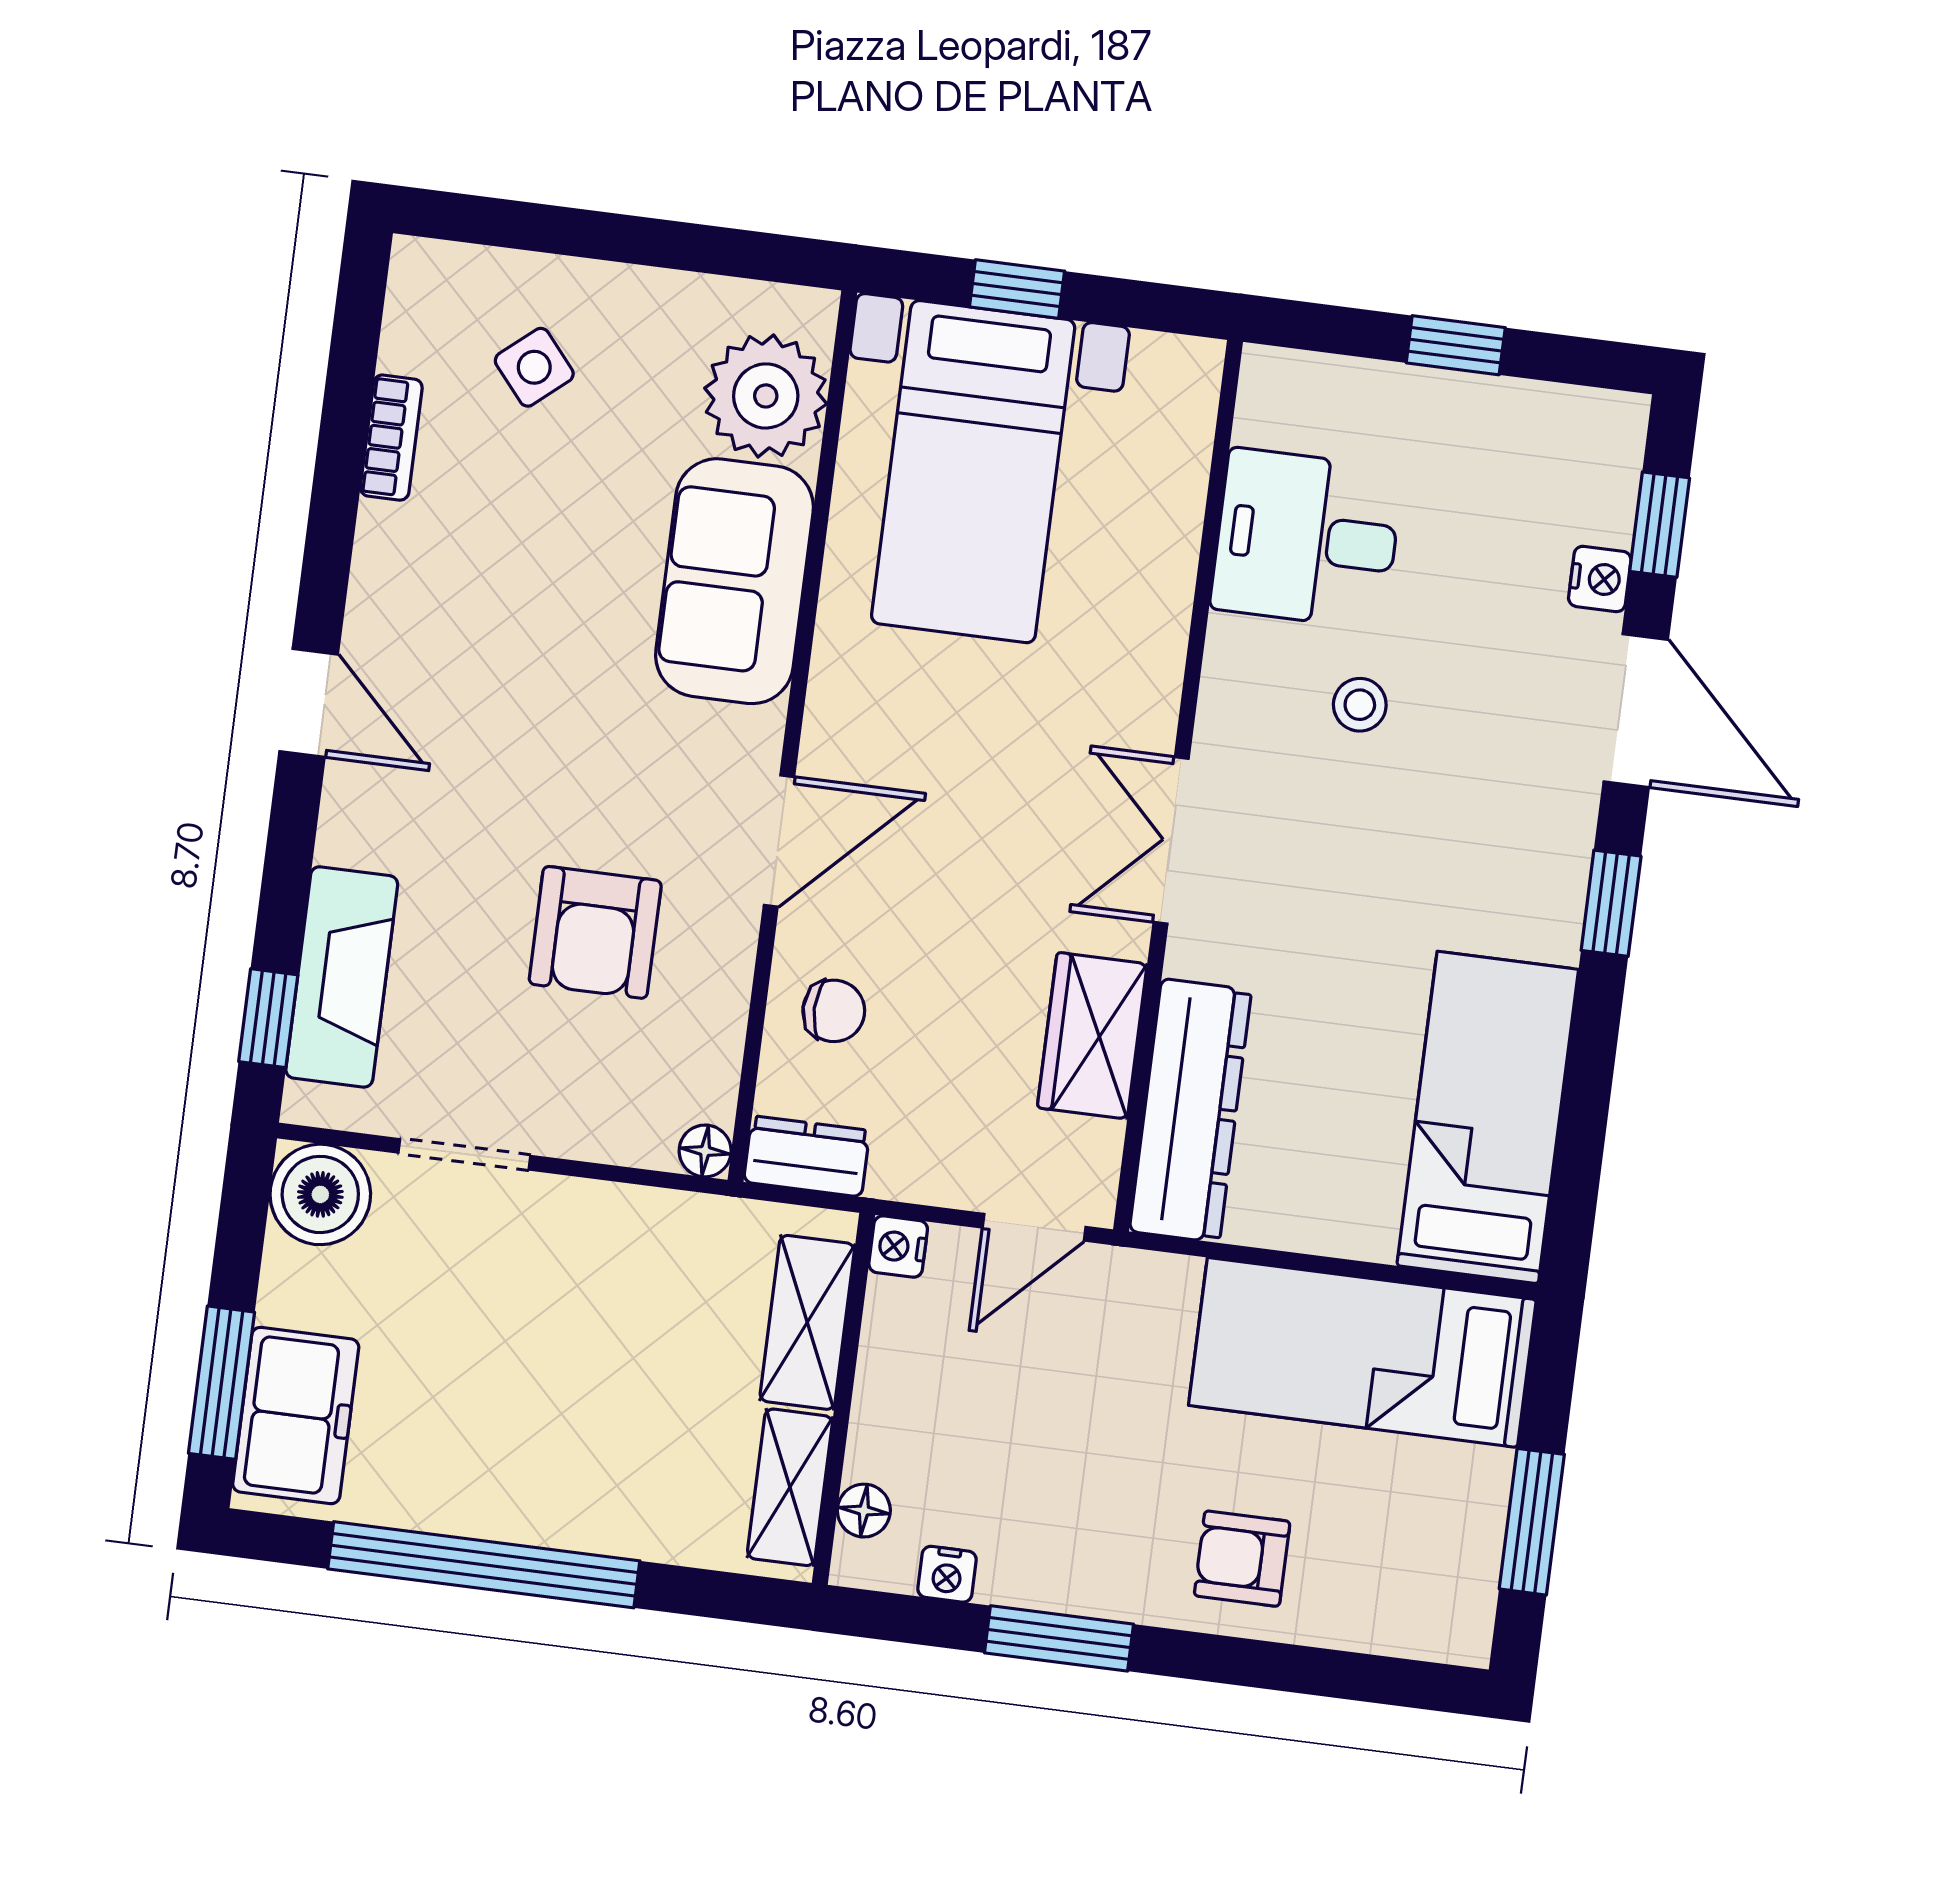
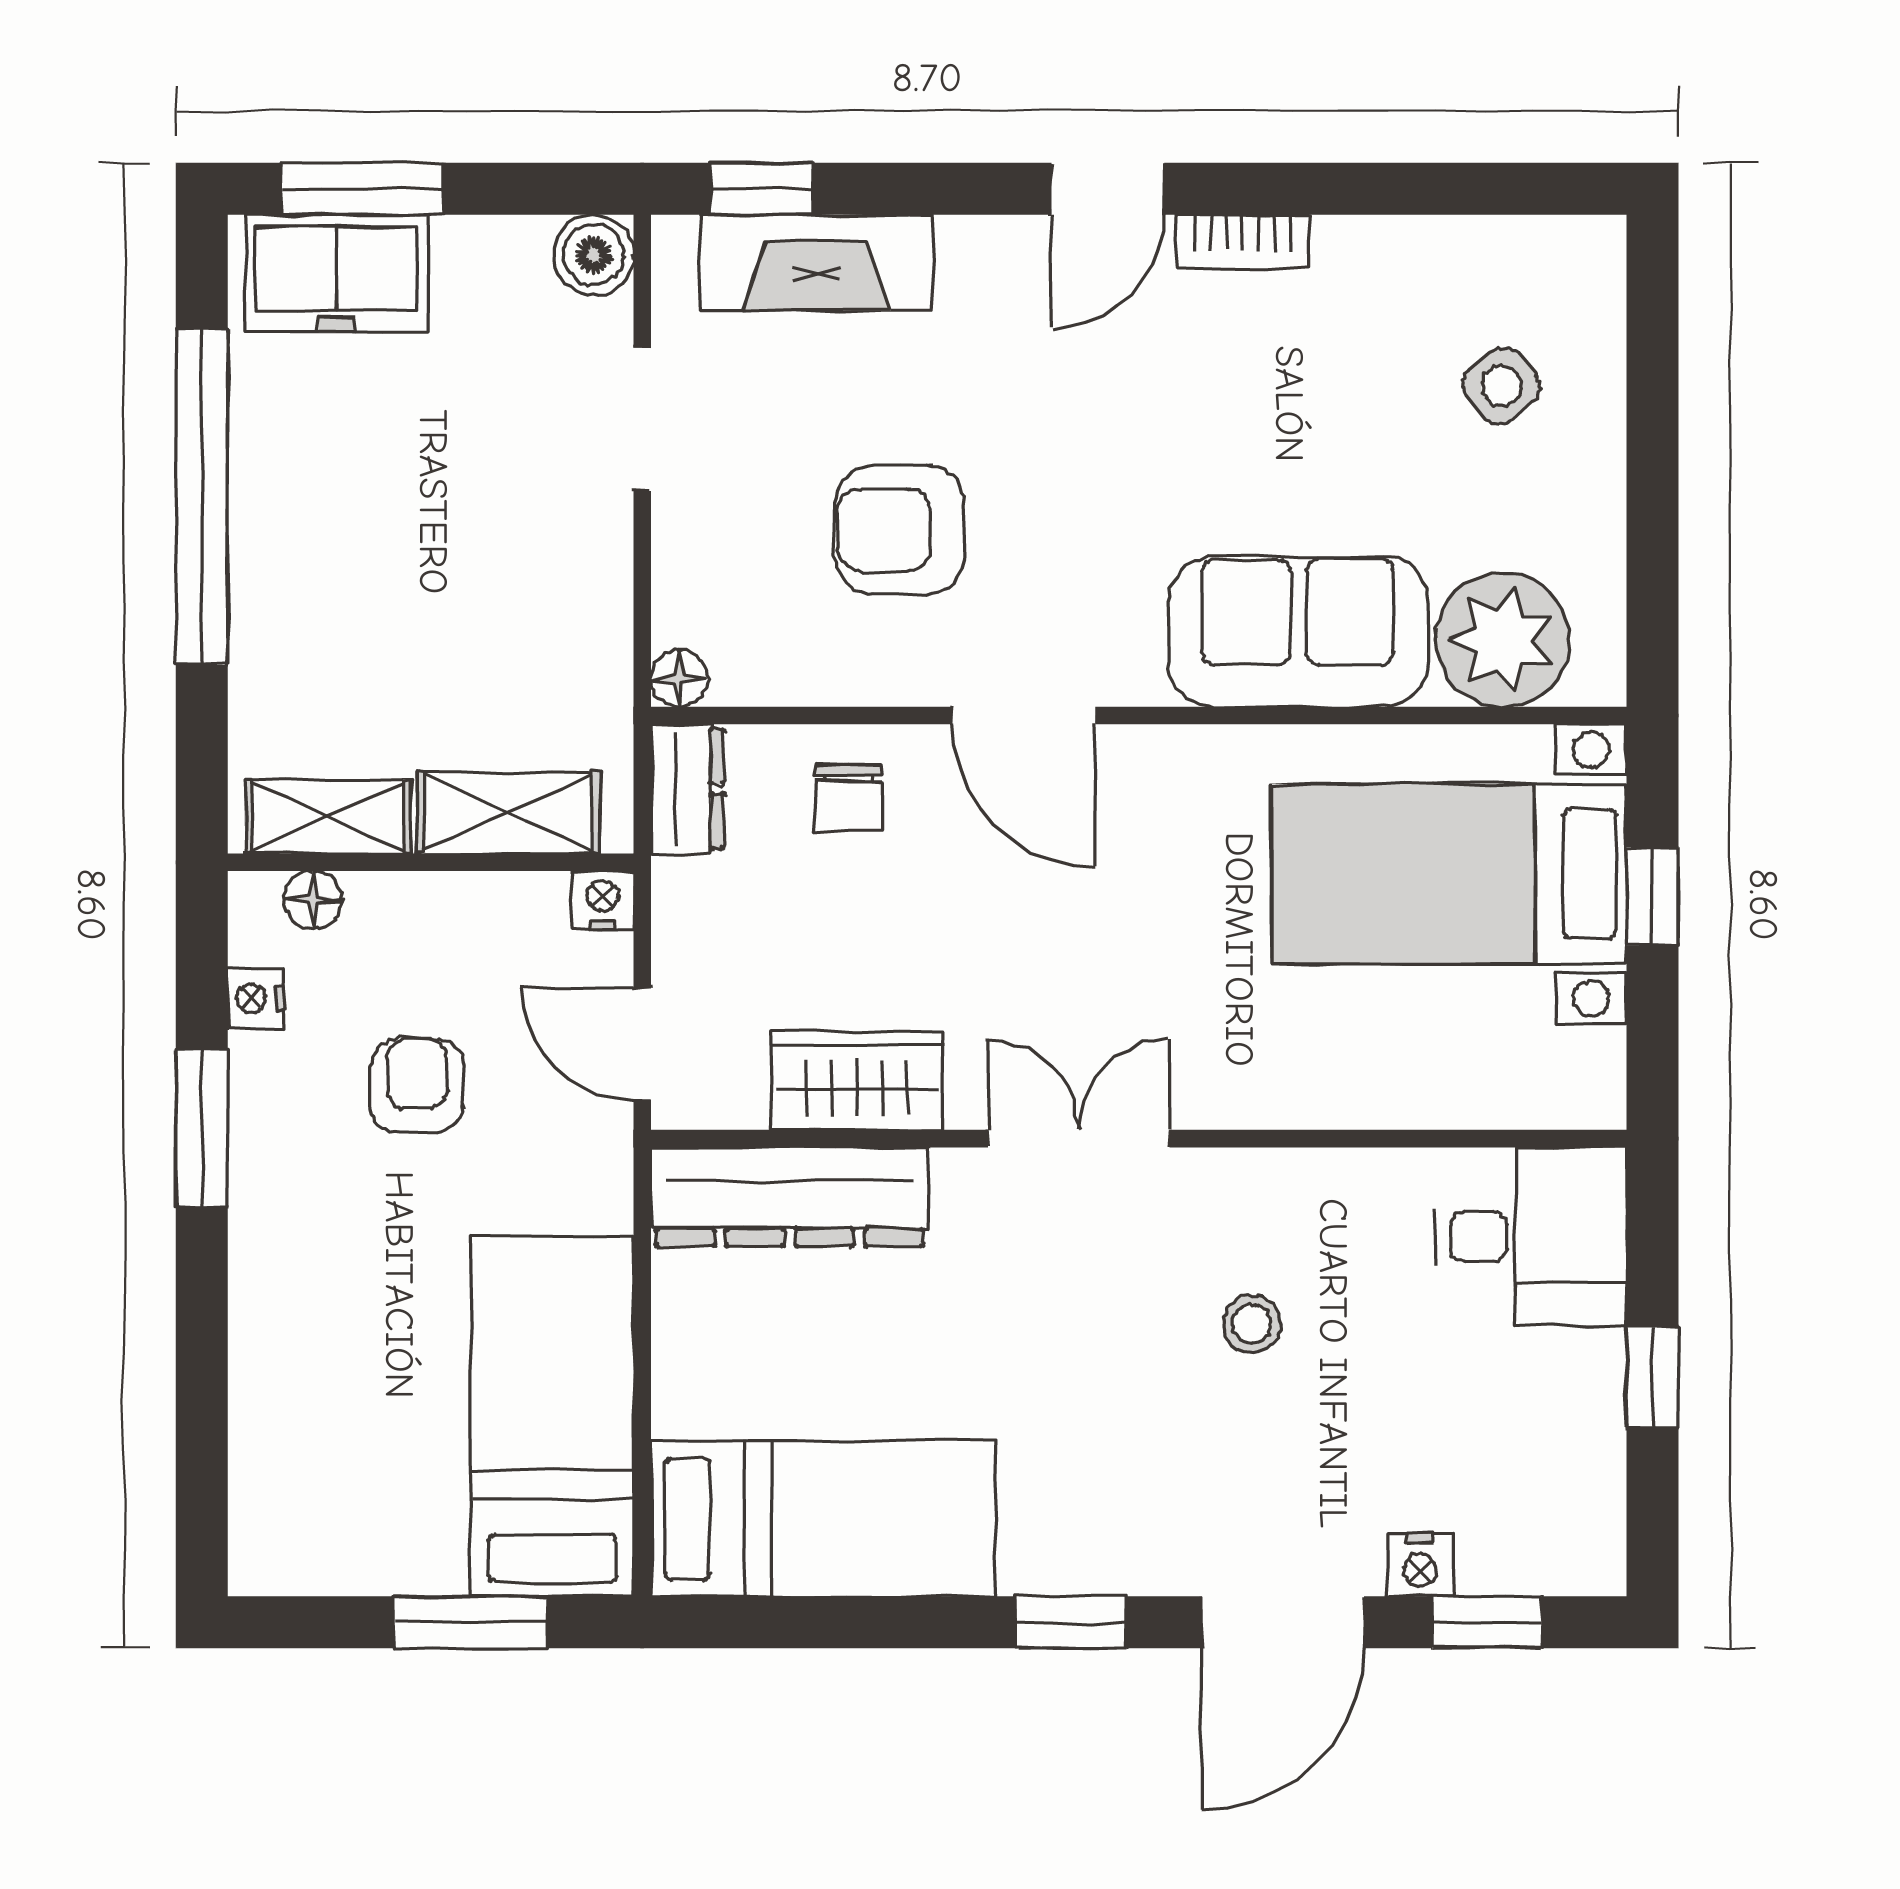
bookcase: (391, 438) -> (1243, 241), moved
desk: (1307, 539) -> (1531, 1236), moved, turned 90
boiler: (320, 1194) -> (593, 255), width x0.73, depth x0.73
window: (1532, 1522) -> (471, 1622), moved
armchair: (1242, 1559) -> (417, 1086), moved

